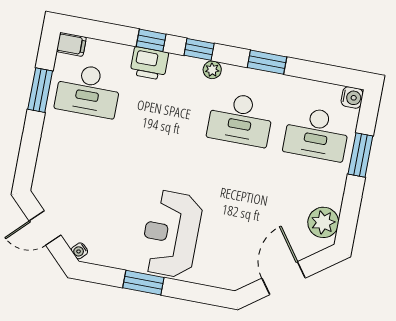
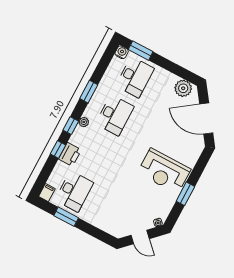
window: (360, 155) -> (141, 51), moved
door: (45, 228) -> (140, 237), hinge flipped
door: (284, 278) -> (206, 119), width x1.36

